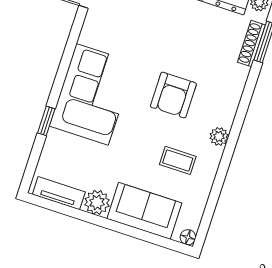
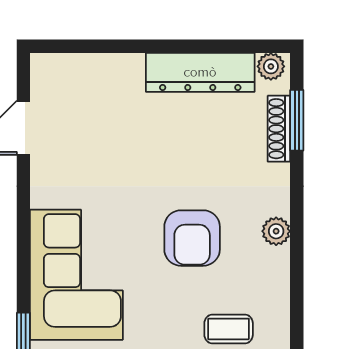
plant: (219, 137) -> (276, 231), moved

